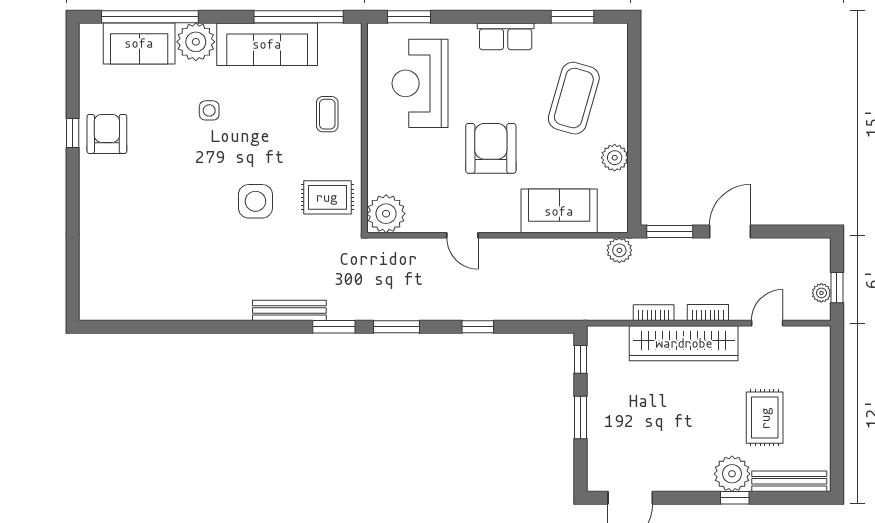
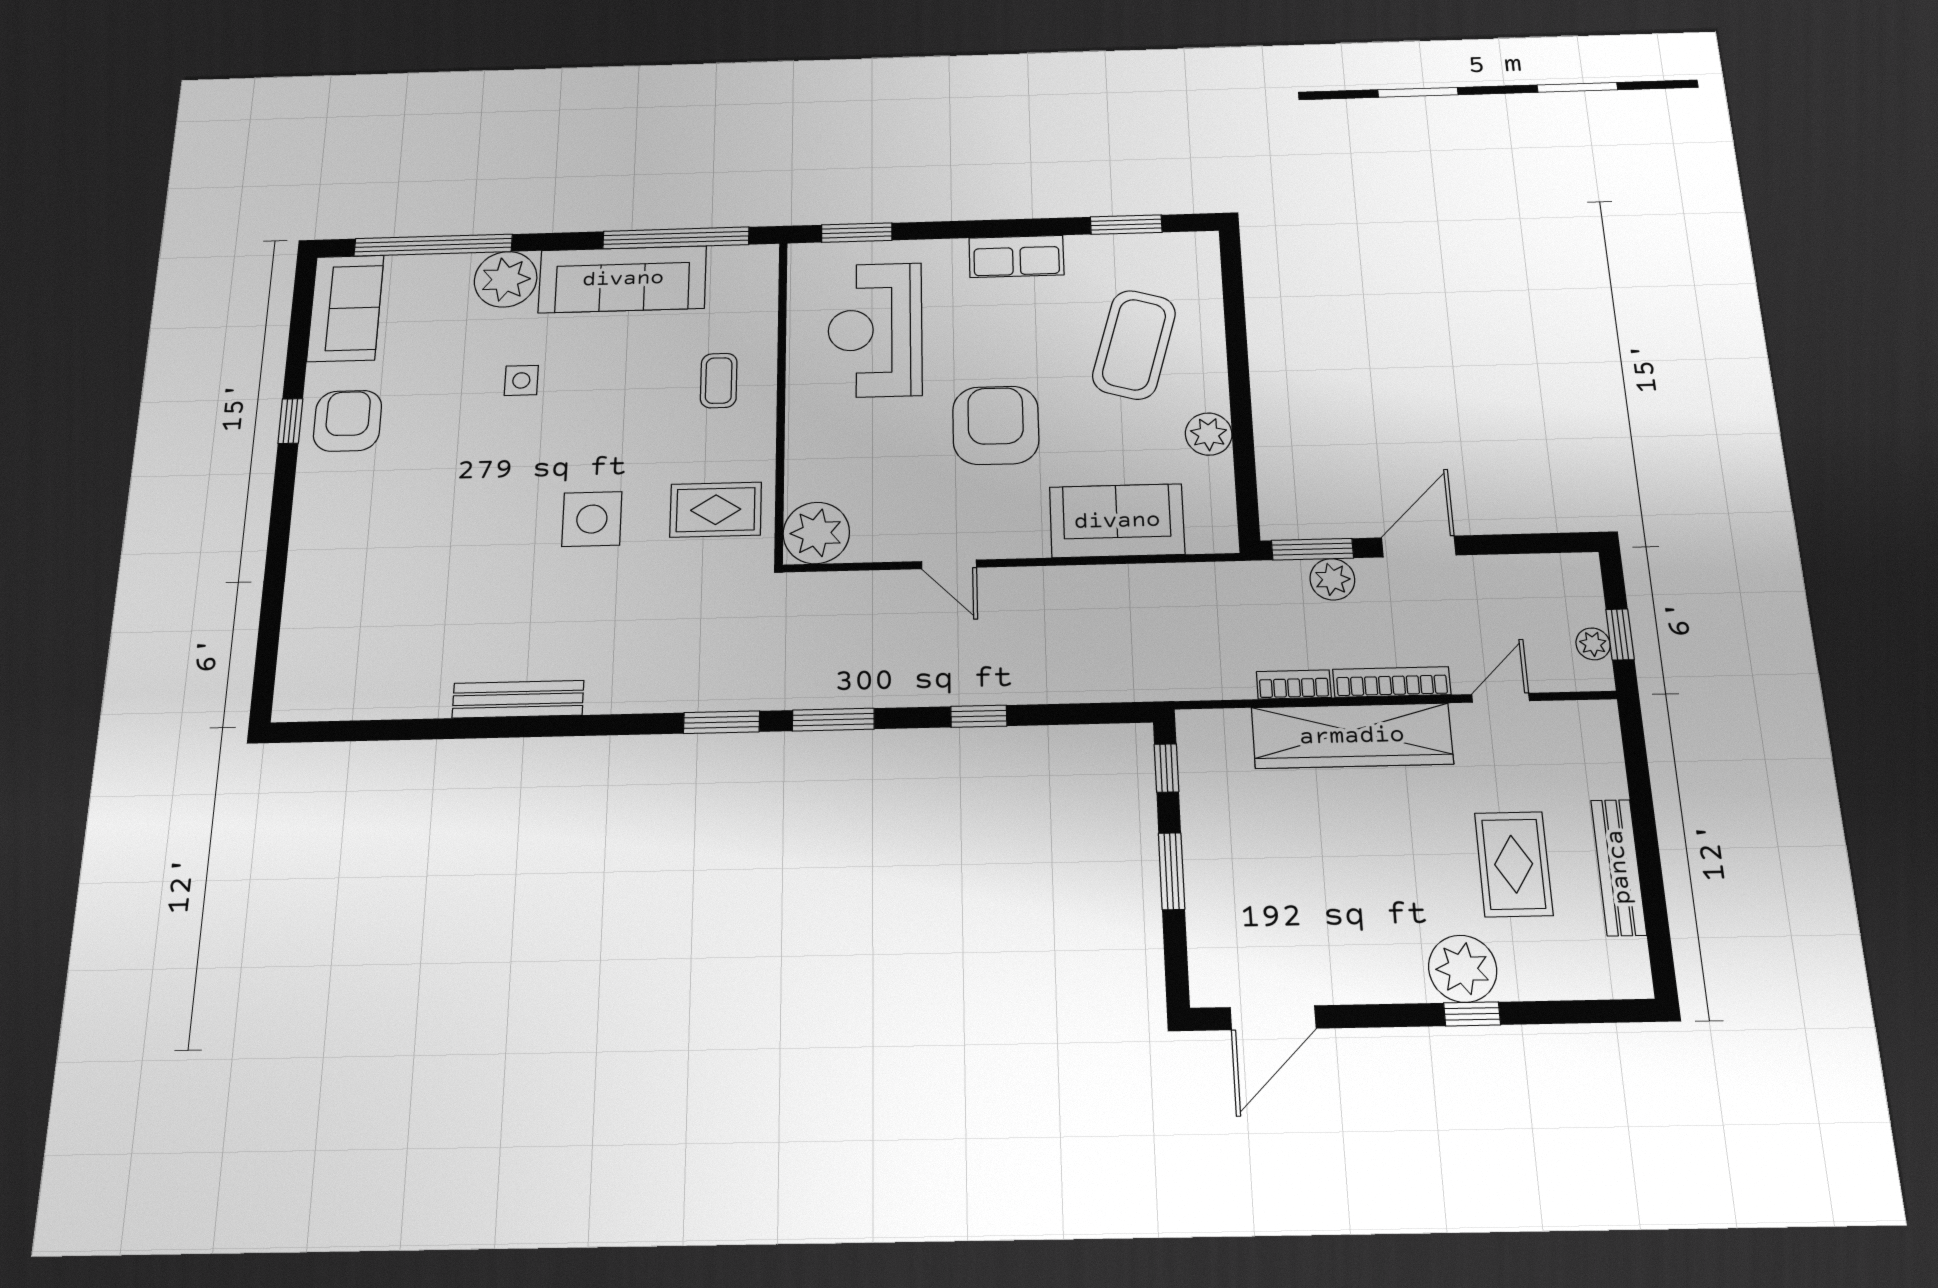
sofa: (139, 43) -> (346, 308), moved, turned -90
plant: (619, 250) -> (1332, 579), moved
bench: (289, 310) -> (518, 699), moved
bookcase: (708, 313) -> (1392, 682), width x1.56
bench: (789, 481) -> (1619, 867), moved, turned 90

